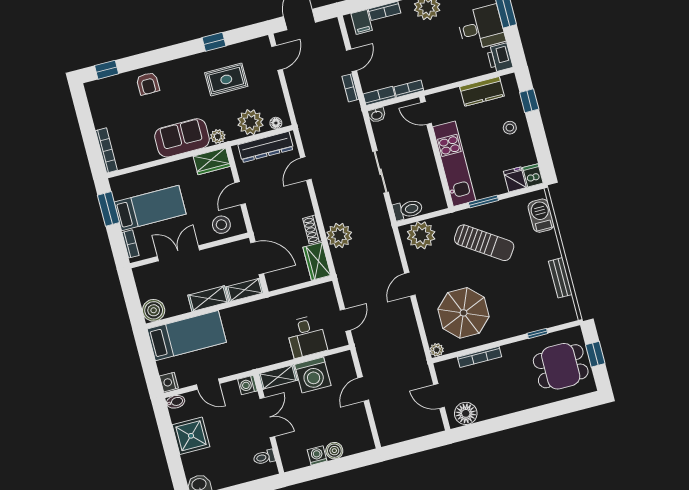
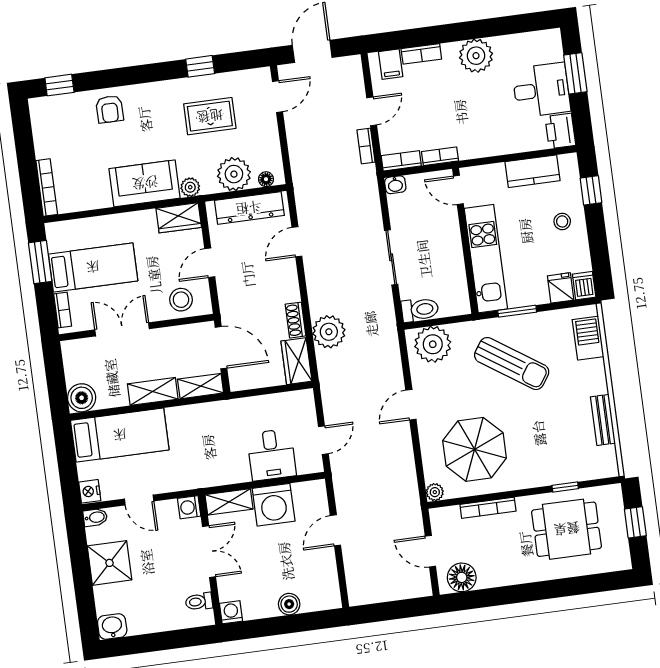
dining table: (561, 366) -> (567, 529), moved
washing machine: (317, 455) -> (231, 612), moved

